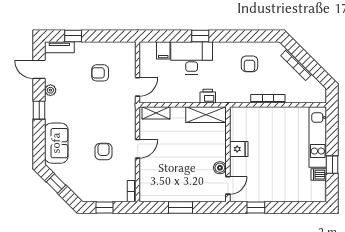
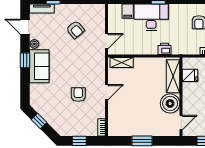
armchair: (100, 73) -> (76, 30), turned -129
shelving: (206, 115) -> (173, 76), moved, turned 90
sofa: (56, 143) -> (39, 66), moved
fridge: (239, 149) -> (190, 75), moved
boiler: (220, 168) -> (170, 103), width x1.86, depth x1.86

